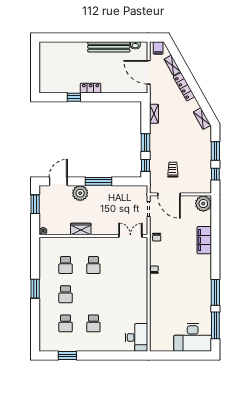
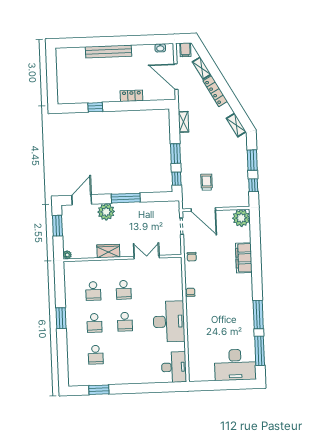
bench: (109, 47) -> (108, 51), moved
locker: (91, 88) -> (131, 96), moved
double door: (130, 236) -> (147, 257), moved
desk: (134, 296) -> (169, 322), added
school desk: (93, 323) -> (125, 322), moved

